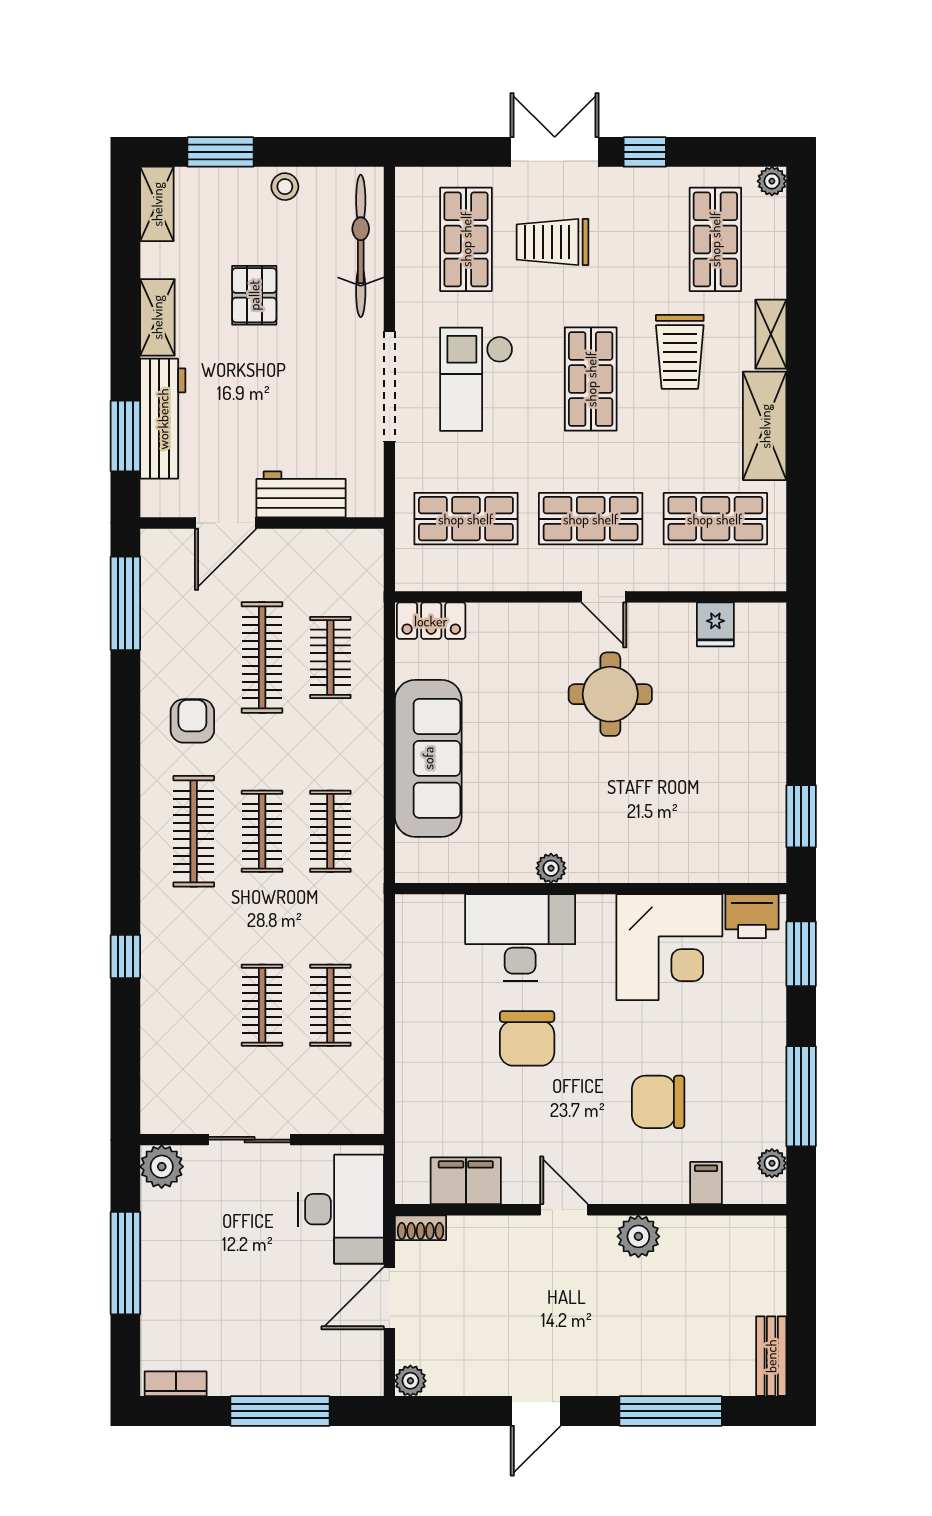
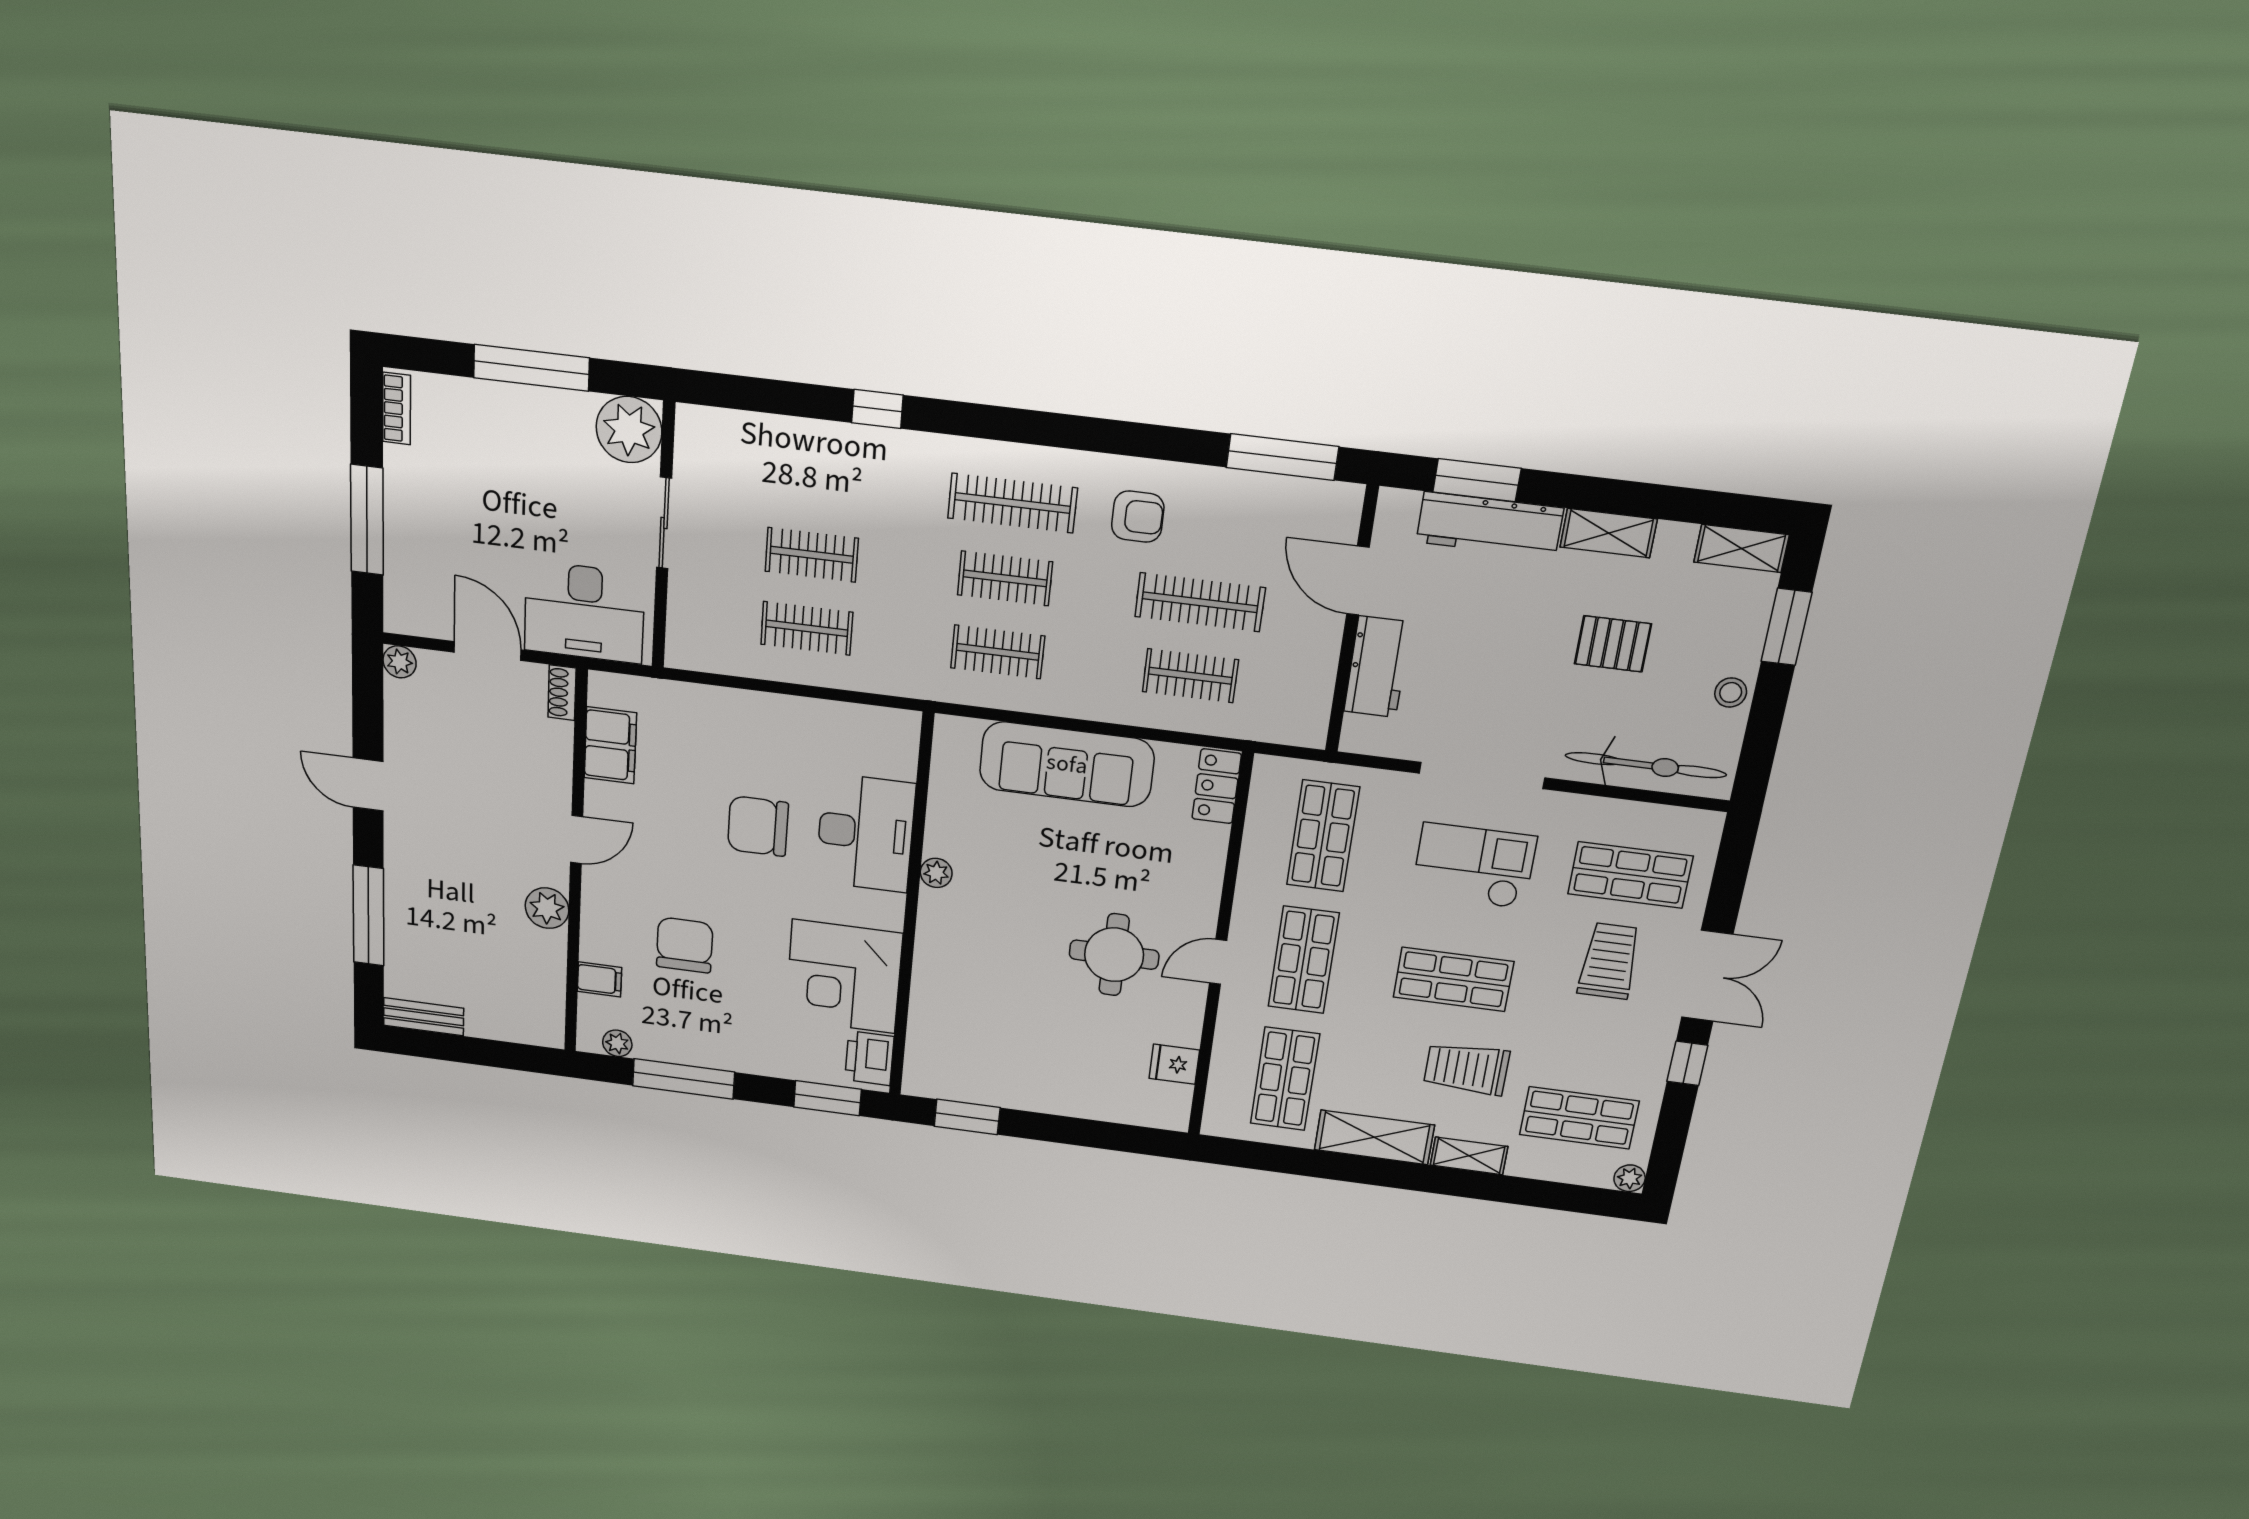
plant: (162, 1167) -> (629, 430), width x1.36, depth x1.36

